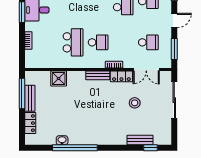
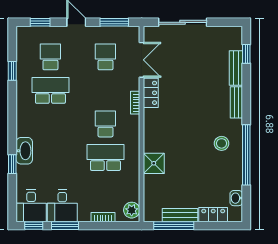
plant: (34, 62) -> (132, 210), added
bench: (98, 75) -> (236, 102), moved
shower: (59, 79) -> (154, 163), moved
stool: (135, 103) -> (222, 143), moved
washbasin: (62, 140) -> (236, 198), moved

